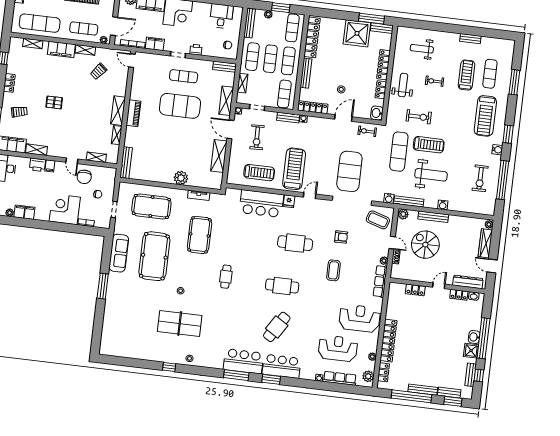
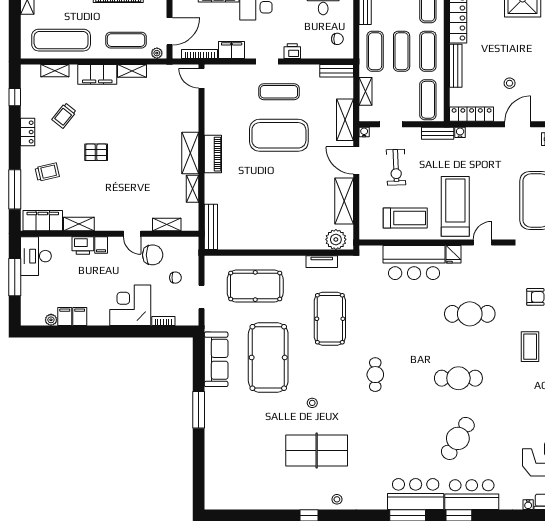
trolley: (99, 71) -> (64, 116), moved
chair: (84, 177) -> (153, 255), turned -90
plant: (181, 178) -> (336, 239), moved

